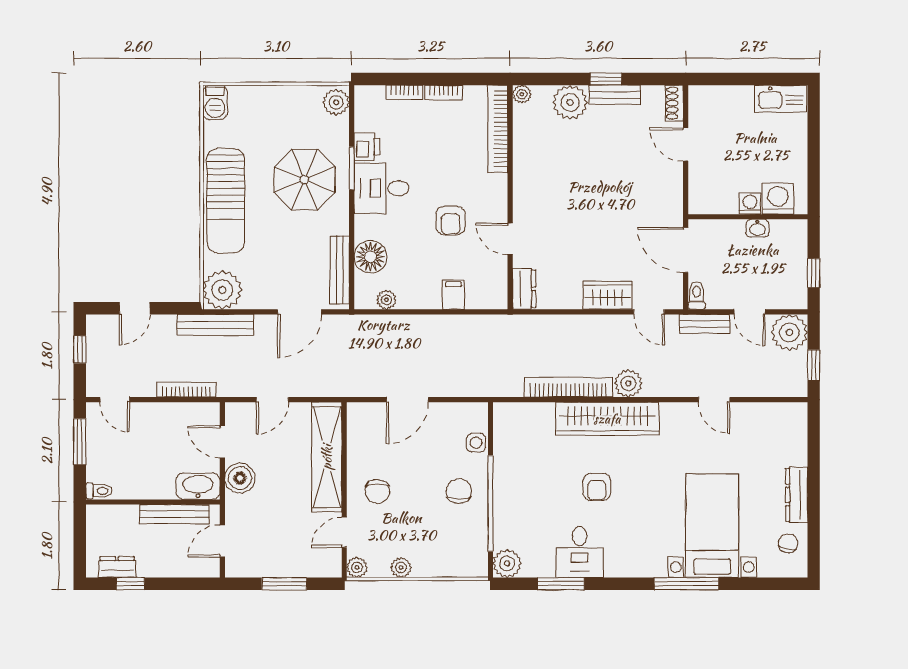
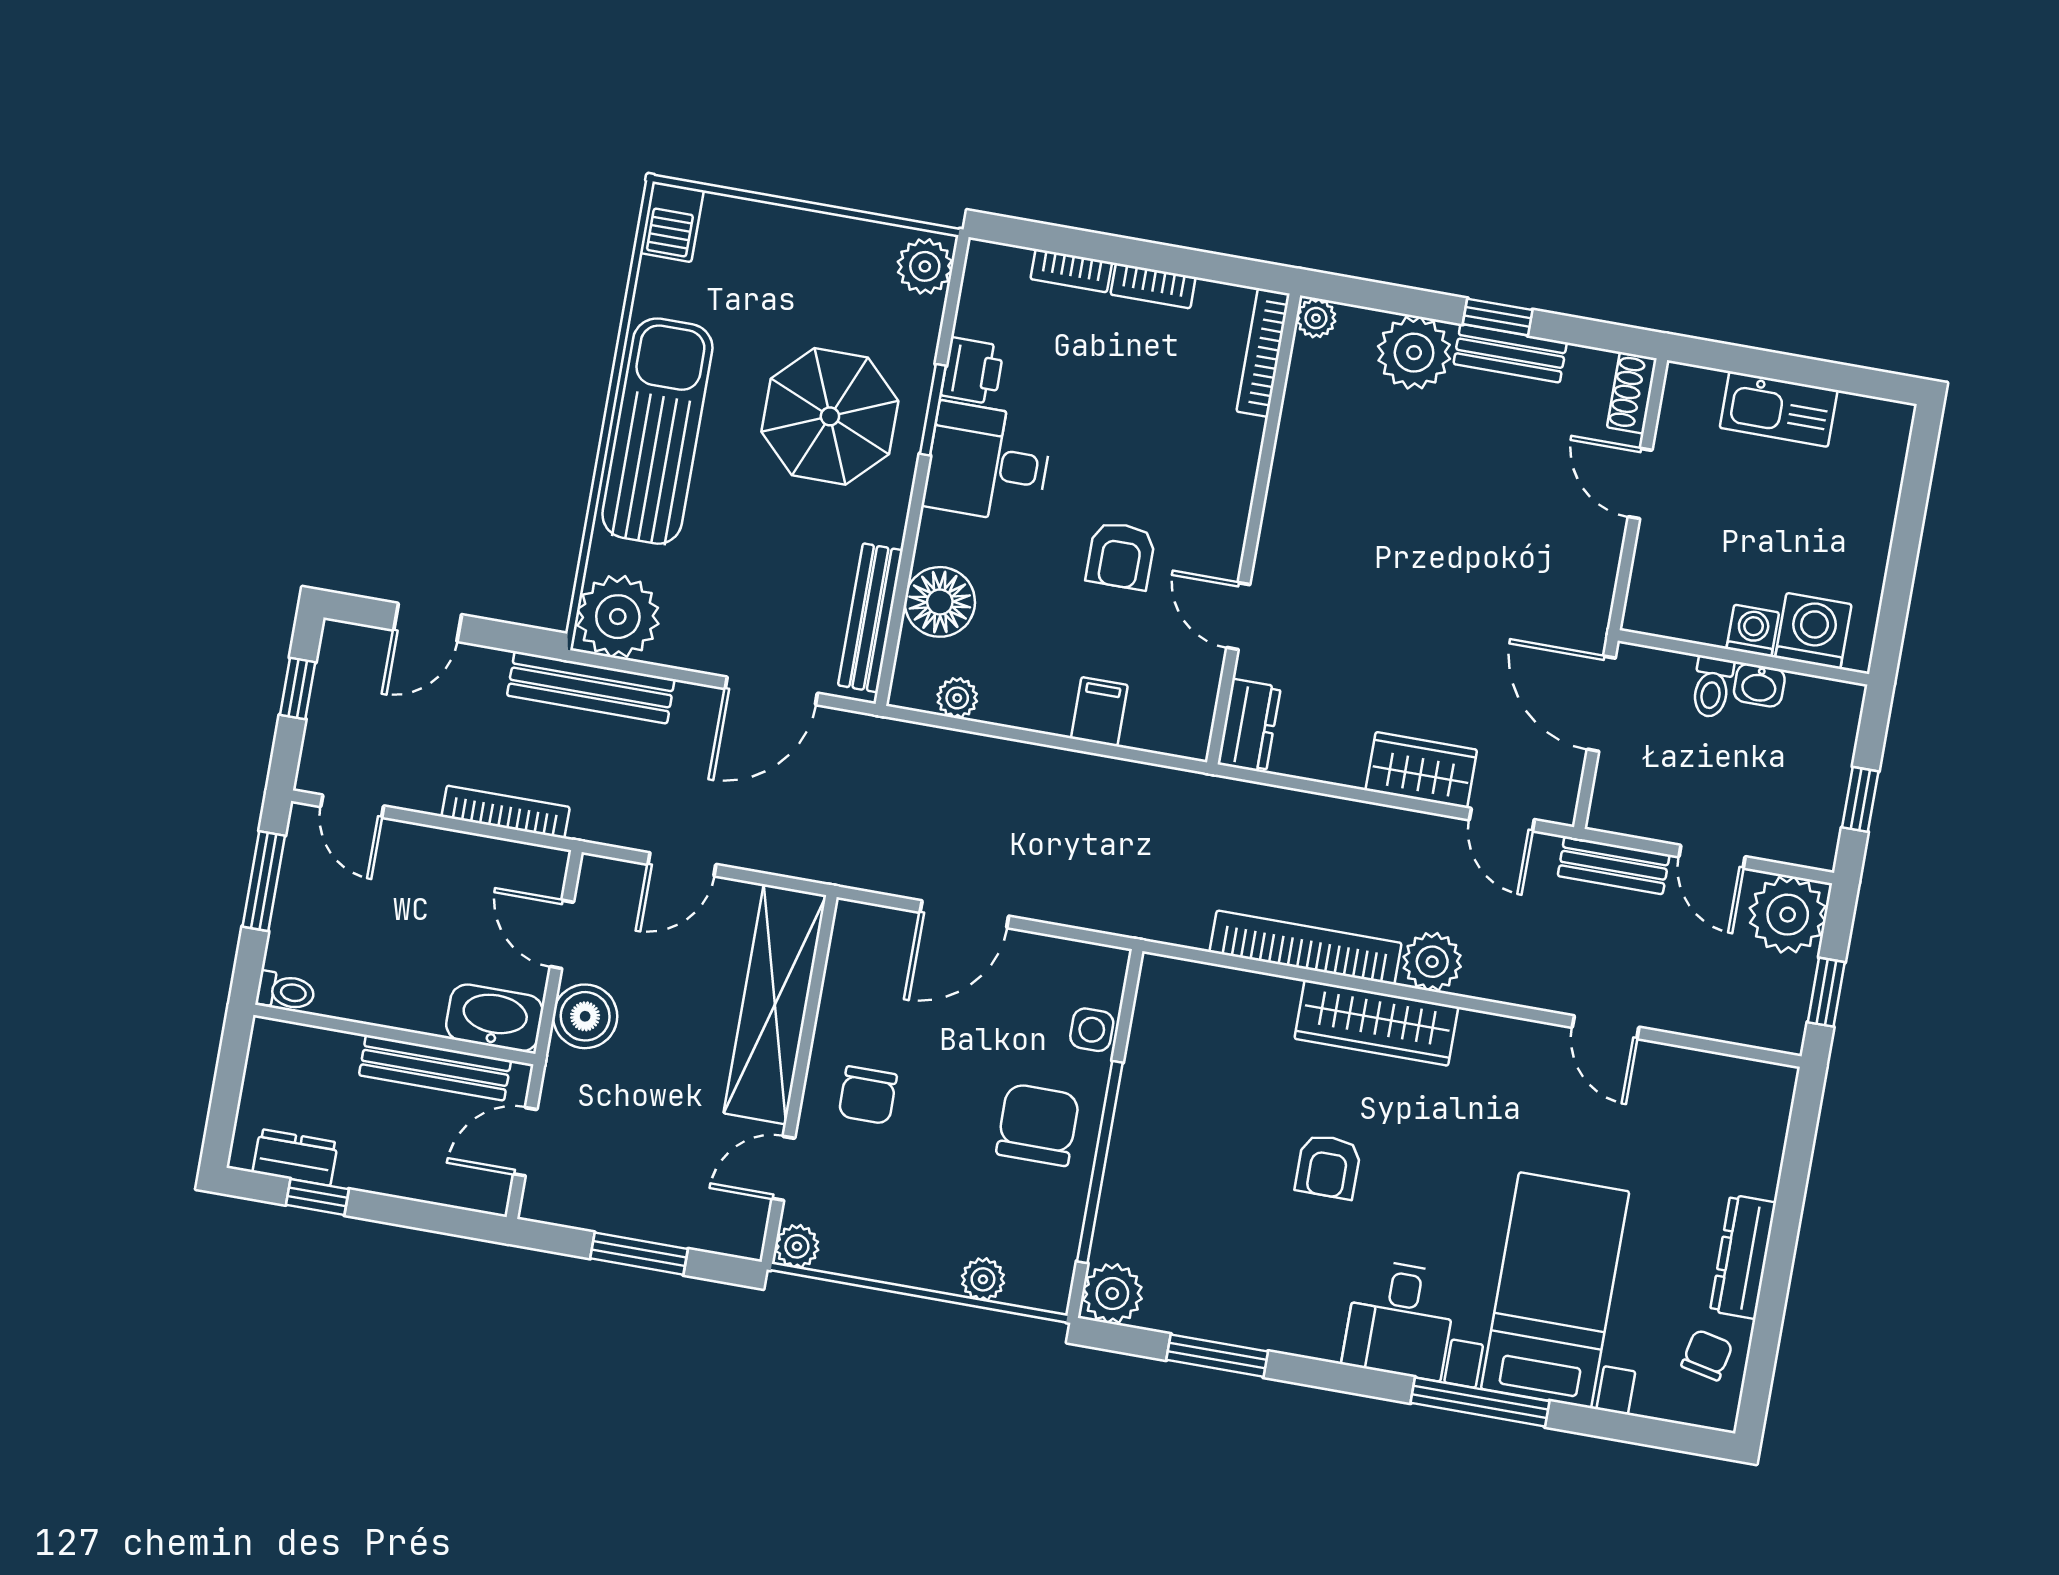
kitchen sink: (781, 99) -> (1779, 409), moved
bookcase: (498, 129) -> (1263, 353), width x0.68, depth x0.76
sun lounger: (226, 201) -> (657, 431), turned 180
toilet: (697, 295) -> (1712, 687), moved, turned 180
wardrobe: (607, 419) -> (1376, 1023), width x0.71, depth x0.85
chair: (459, 491) -> (1038, 1125), width x1.37, depth x1.37
desk: (580, 552) -> (1400, 1320), moved
plant: (401, 567) -> (983, 1279), moved

